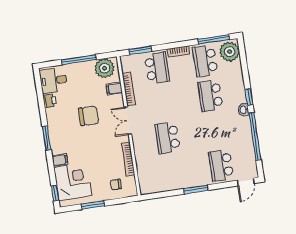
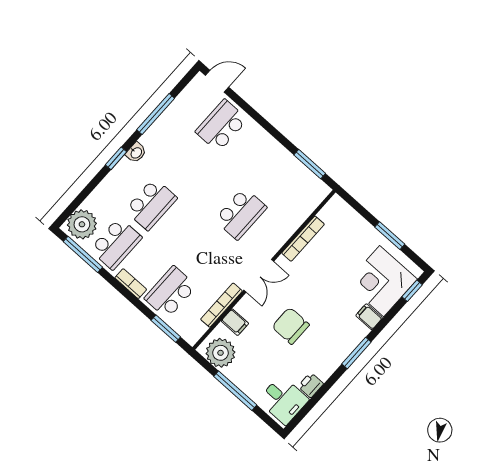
window: (255, 136) -> (156, 114), width x0.68
school desk: (221, 165) -> (221, 126), turned 180
chair: (116, 184) -> (344, 229), removed
window: (196, 189) -> (310, 164), moved

